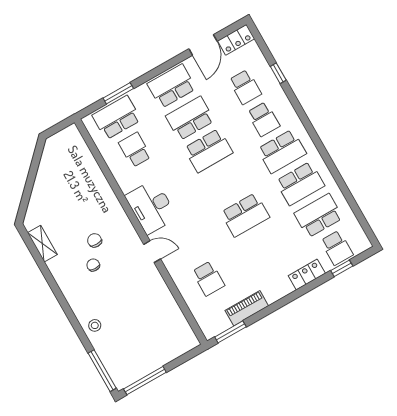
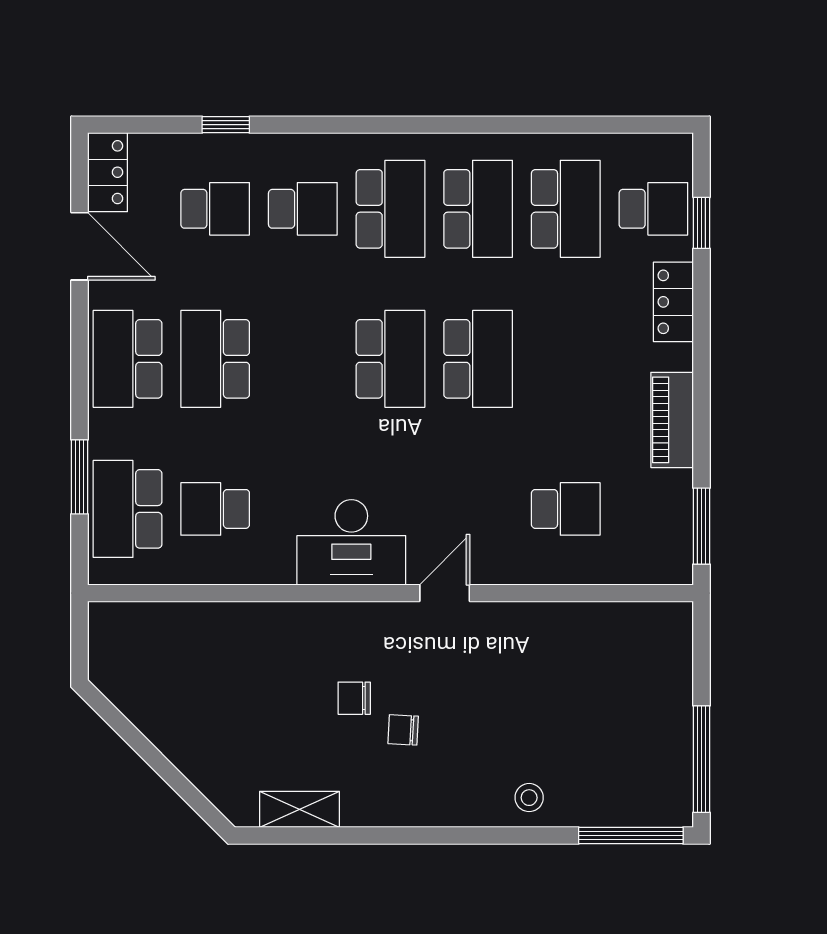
school desk: (208, 151) -> (390, 359), moved
school desk: (318, 216) -> (566, 209), turned 180
piano: (247, 308) -> (672, 420), moved

